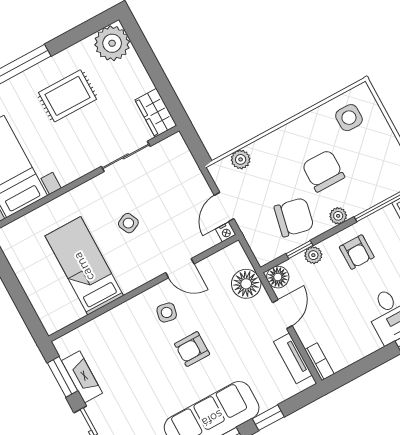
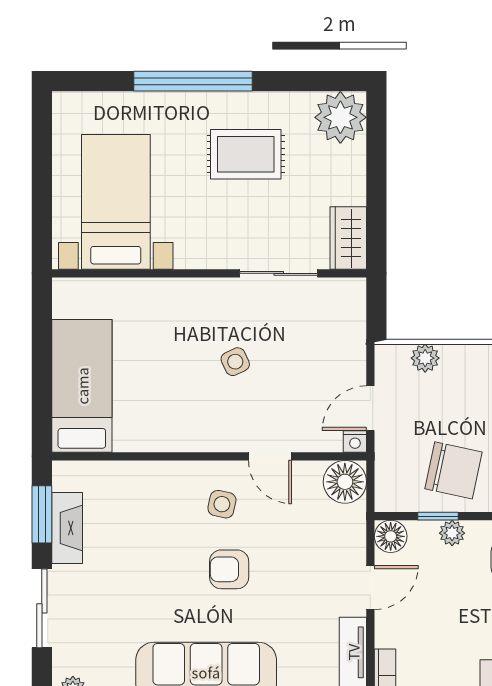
bed: (84, 266) -> (82, 386), moved
floor lamp: (246, 284) -> (345, 482), moved

